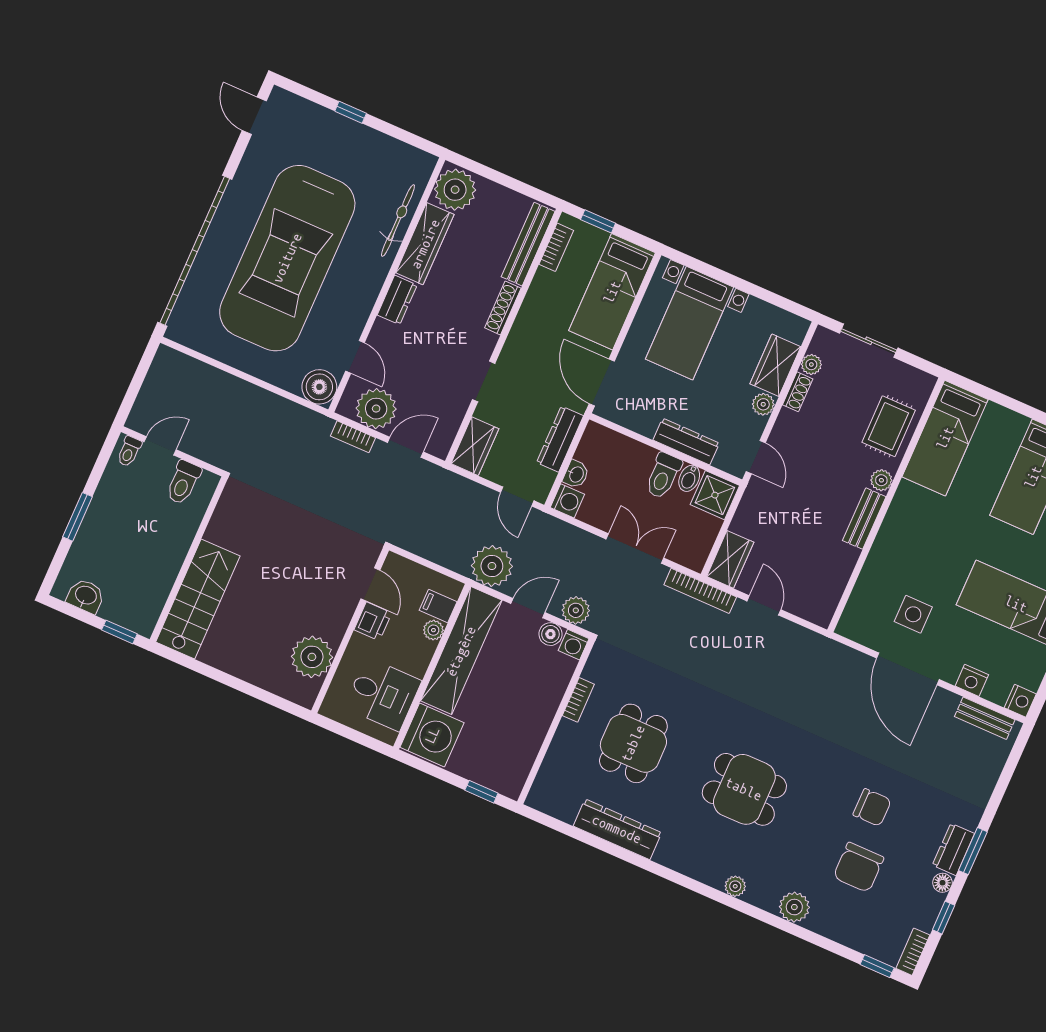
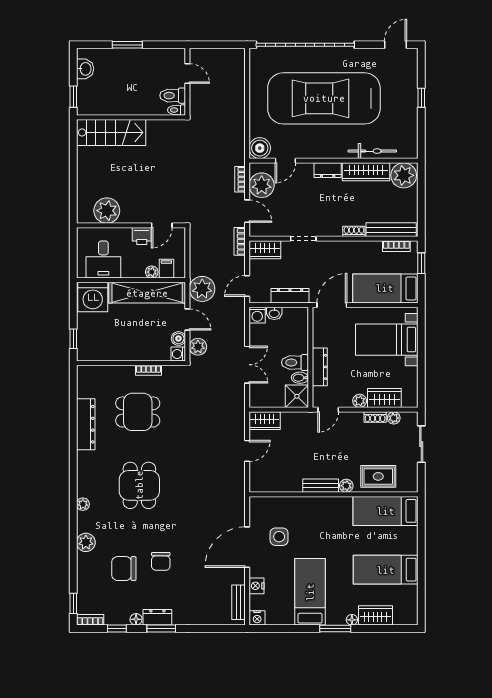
shoe rack: (503, 308) -> (354, 231), width x0.70
toilet: (129, 451) -> (177, 110), moved
bookcase: (700, 591) -> (240, 241), moved, width x0.64

